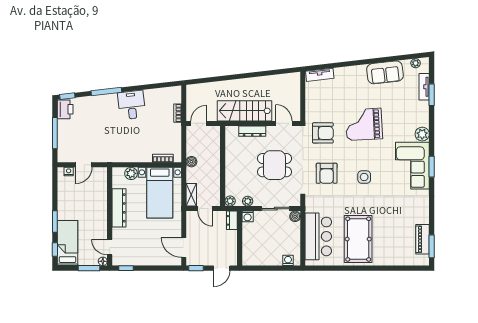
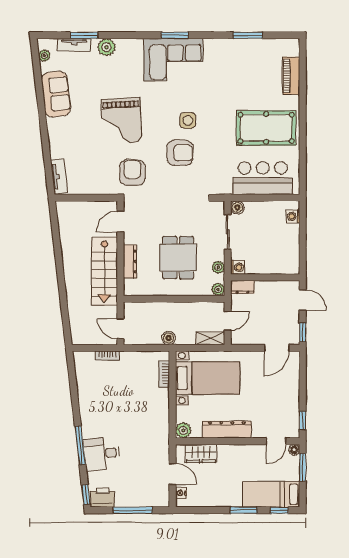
desk: (132, 105) -> (102, 454), moved
plant: (422, 134) -> (106, 47), moved
dining table: (274, 165) -> (178, 258), moved
plant: (131, 173) -> (183, 430), moved
armchair: (327, 173) -> (180, 153), moved
wardrobe: (100, 187) -> (201, 453), added
piano: (423, 239) -> (291, 76), moved, turned 90
window: (432, 246) -> (248, 35), moved

